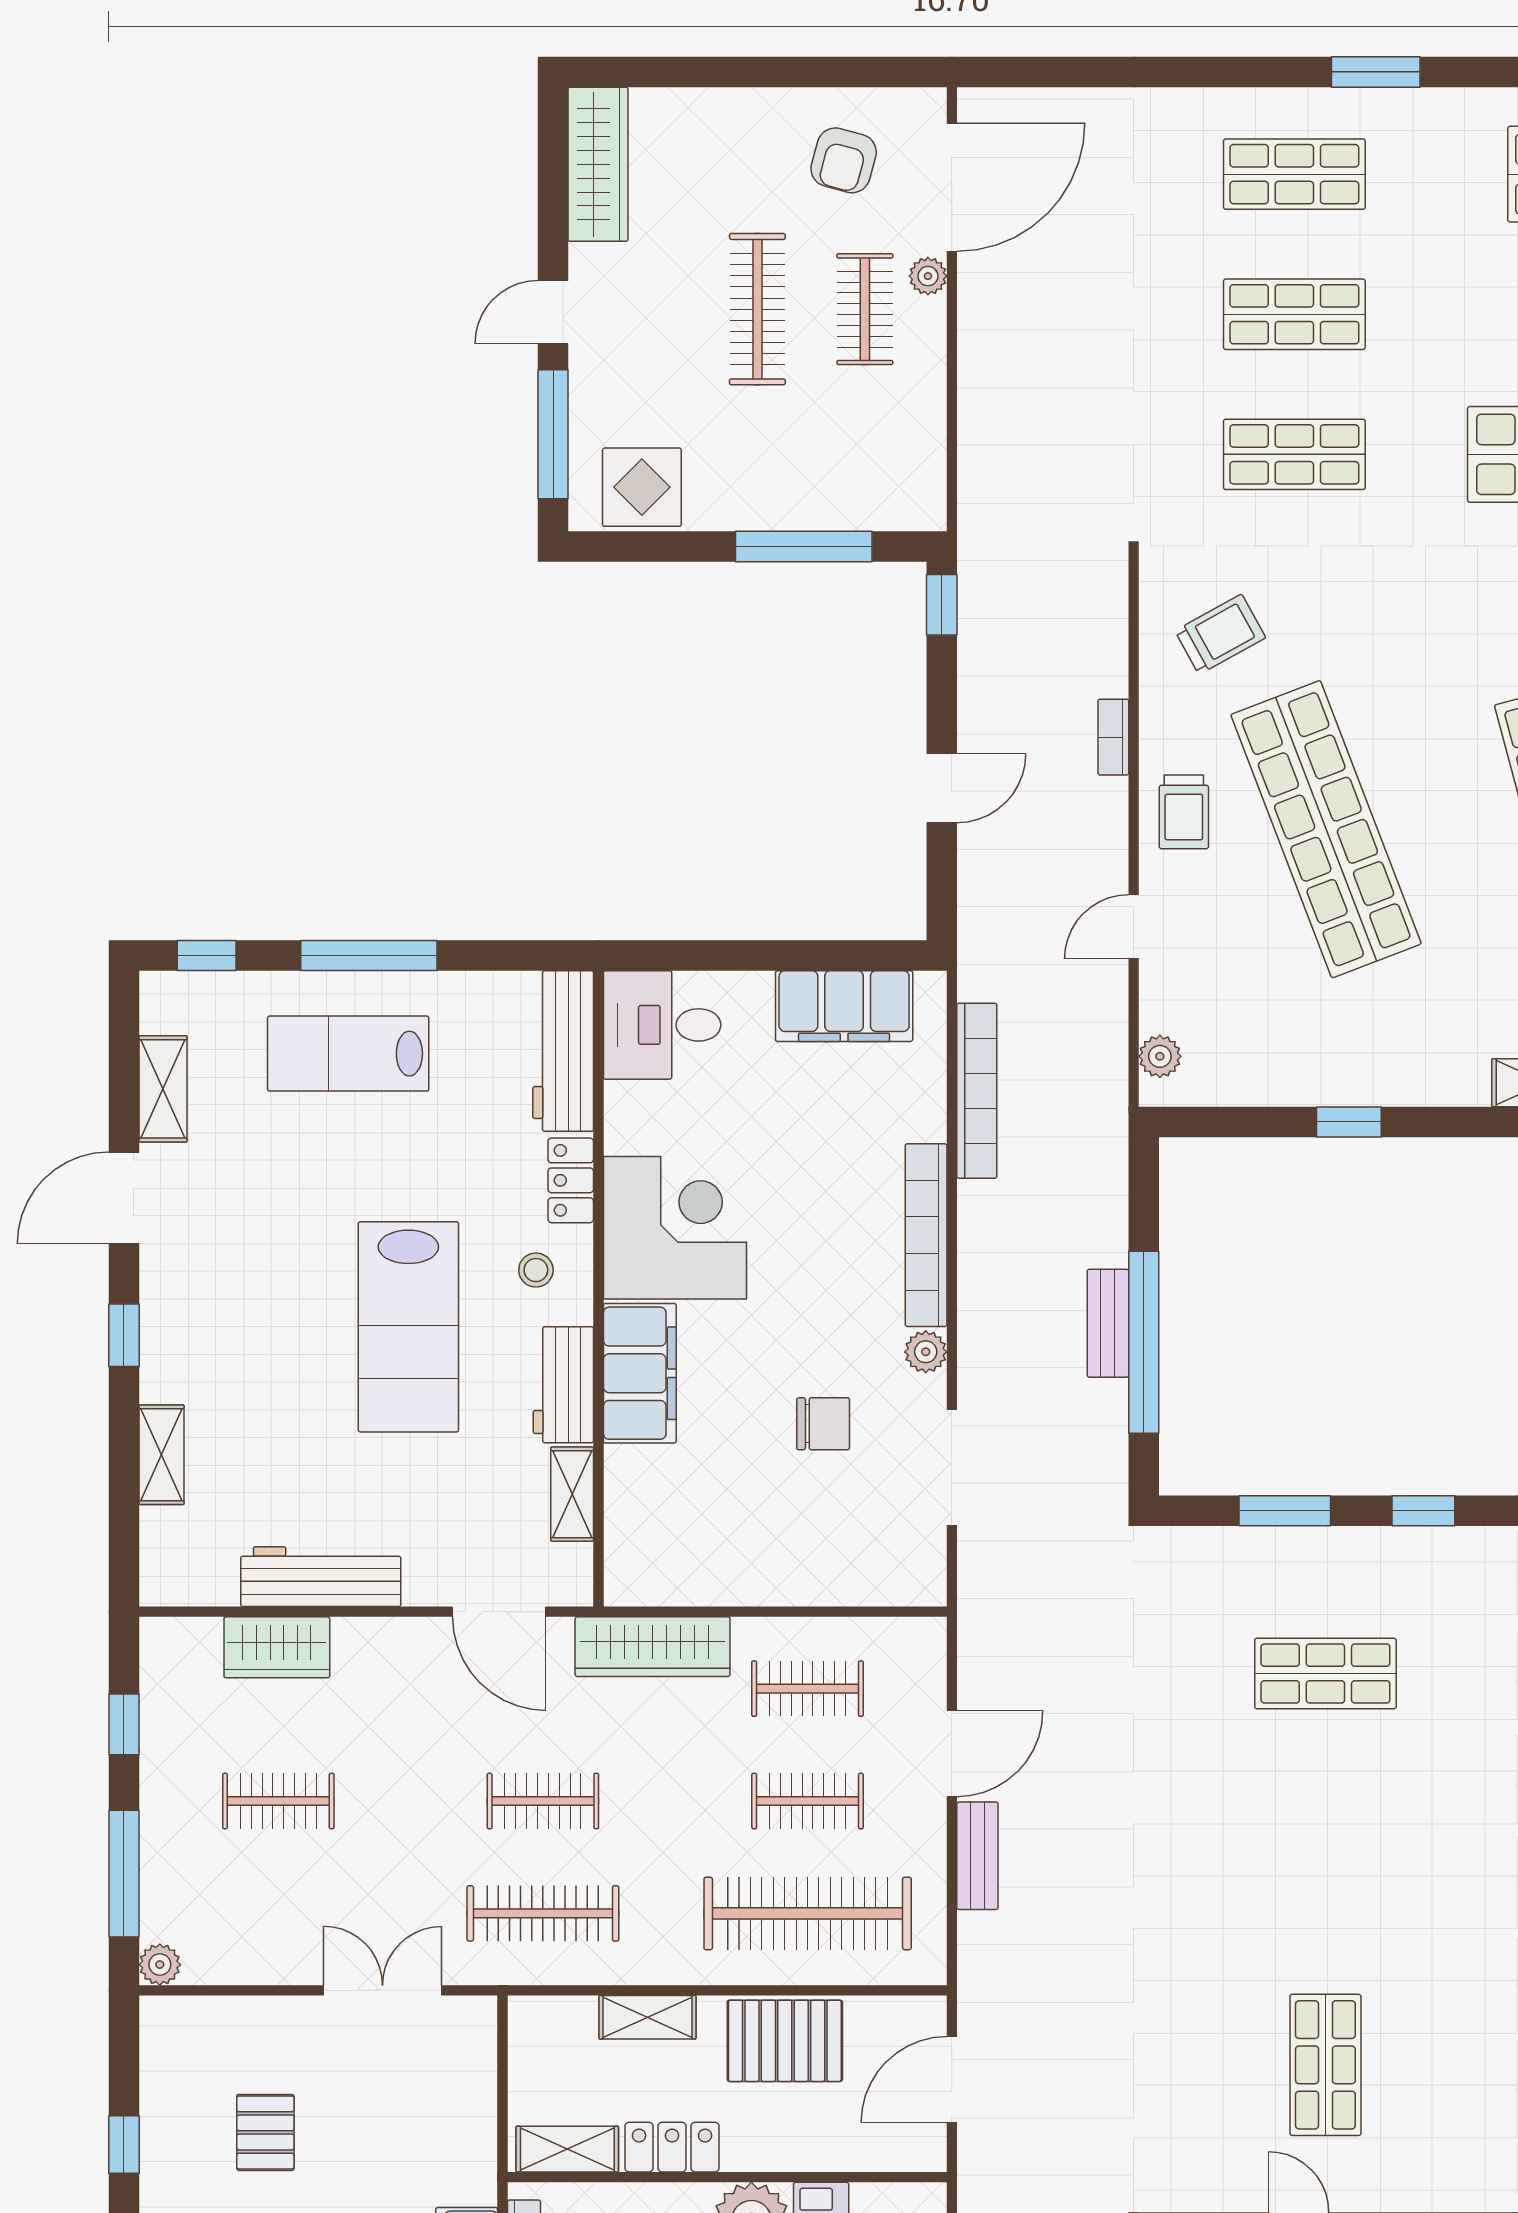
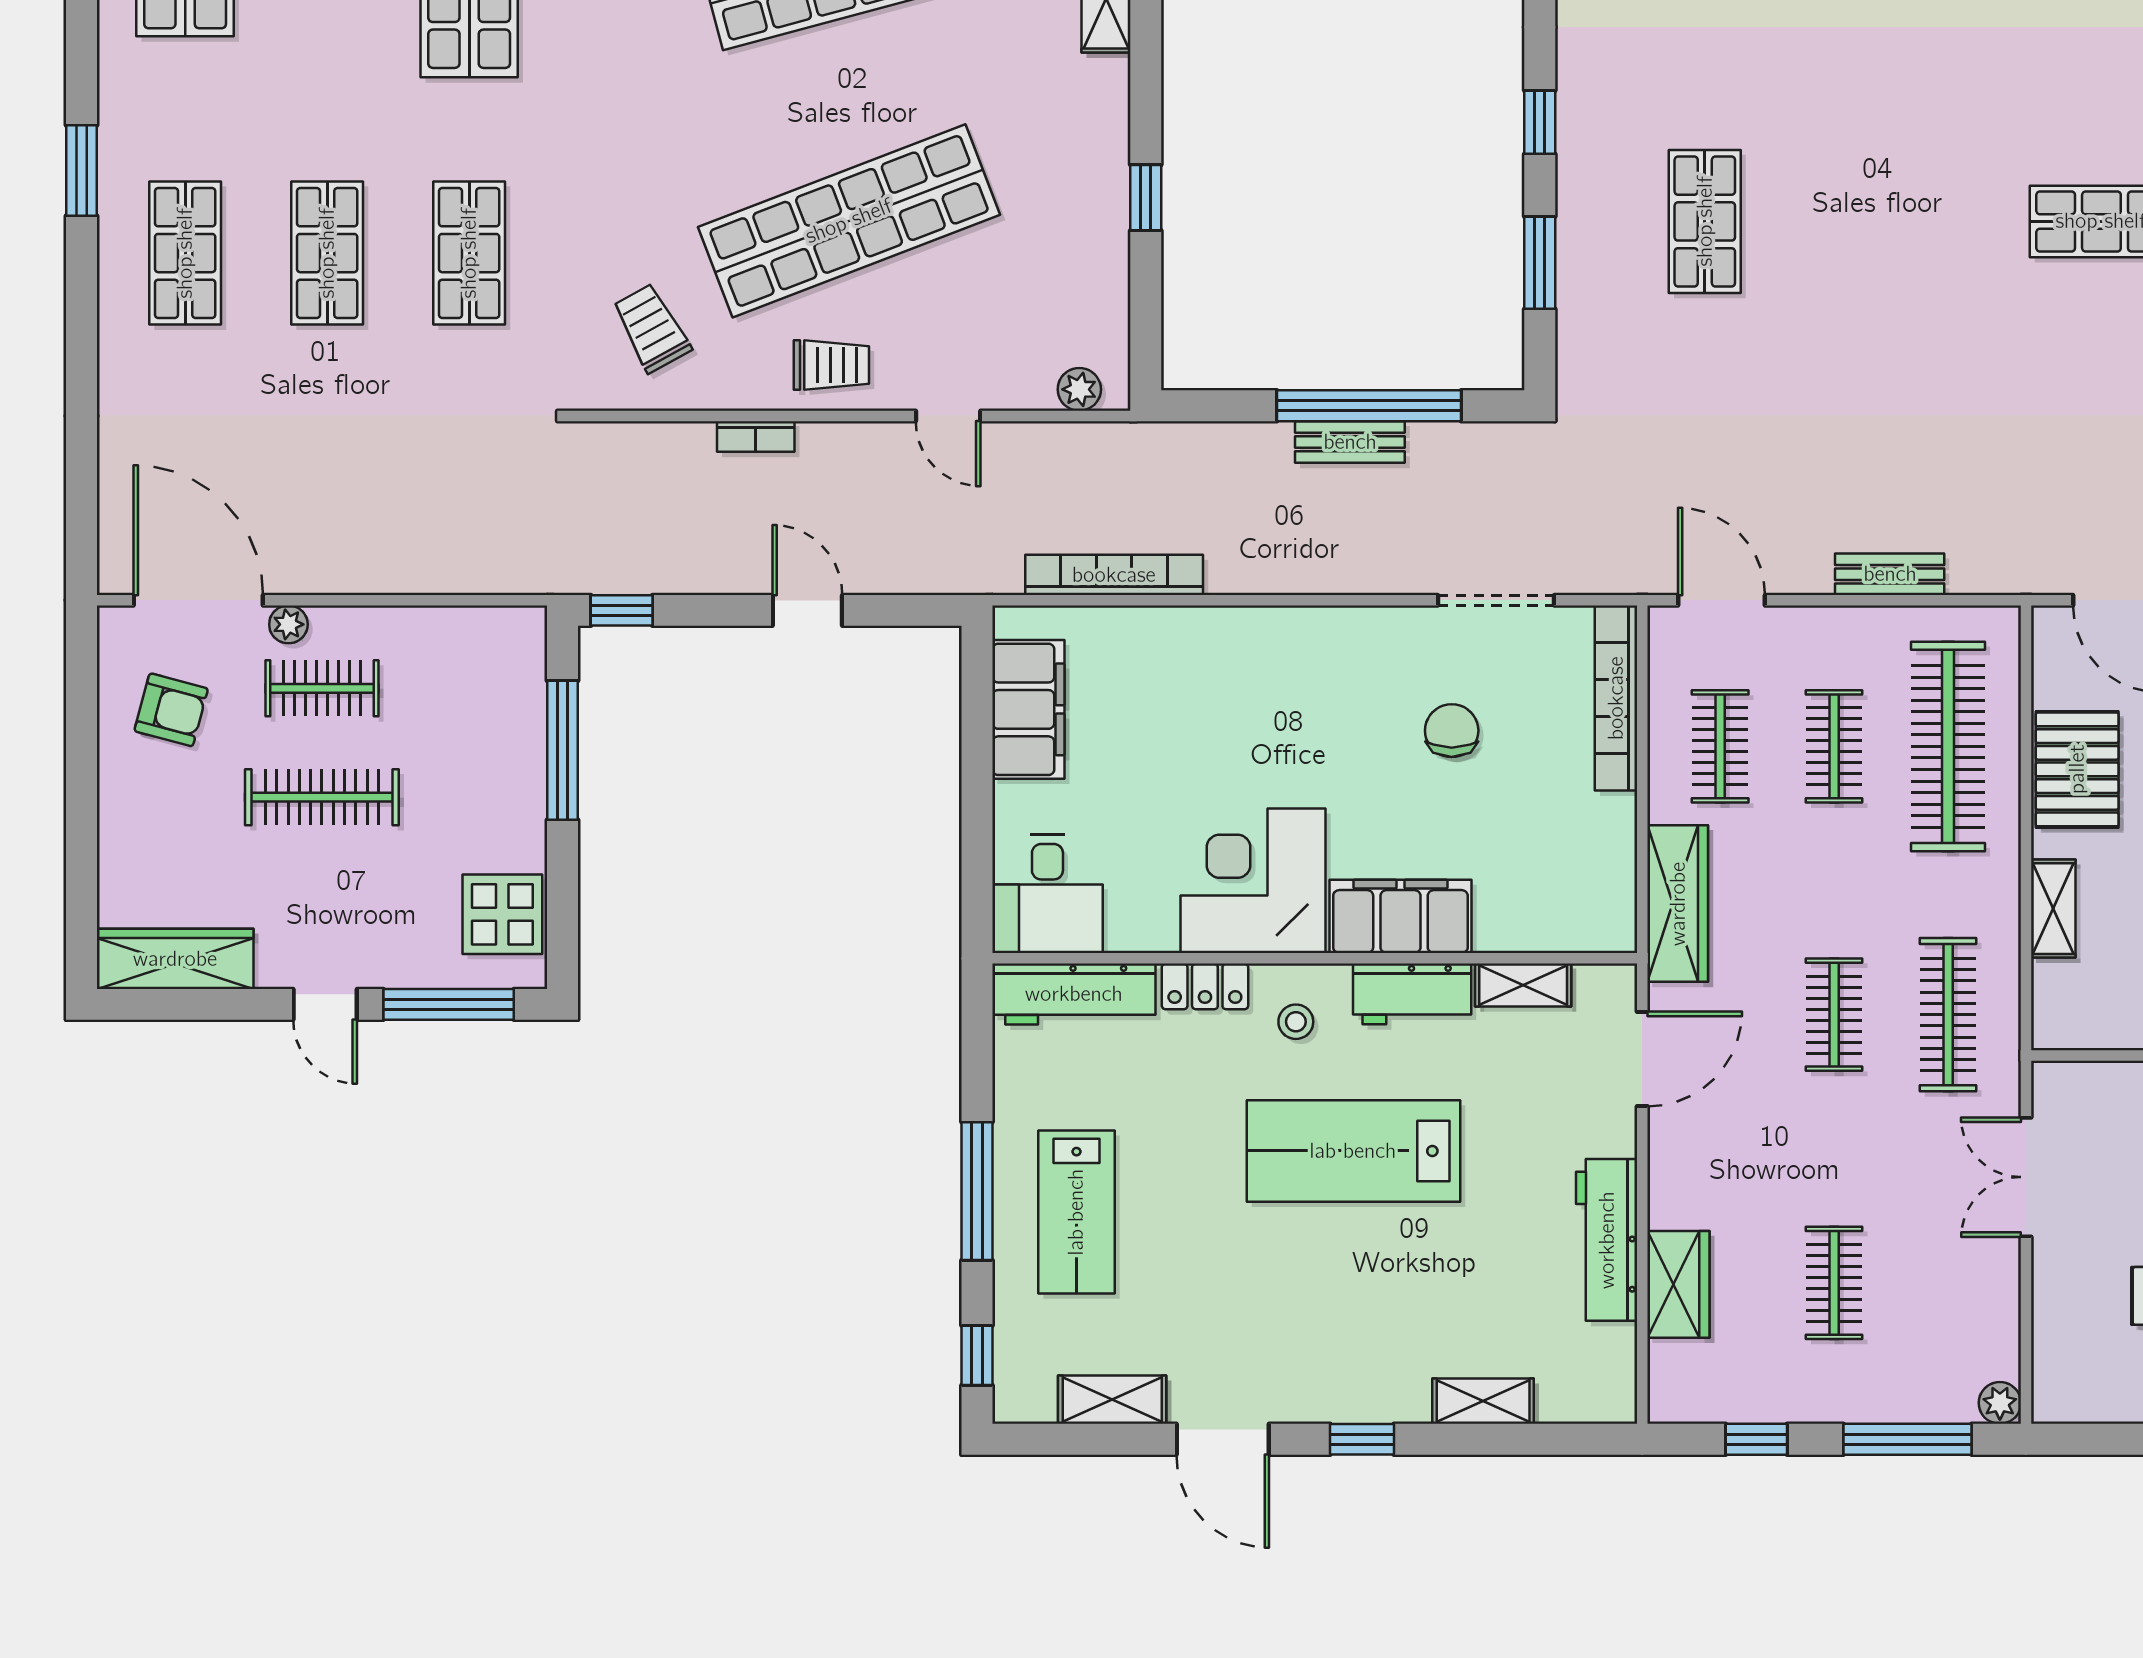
bookcase: (926, 1235) -> (1616, 698), moved, turned 90
lab bench: (408, 1327) -> (1353, 1151), turned 180
plant: (926, 1352) -> (1379, 627), removed
door: (952, 1753) -> (1721, 600), moved

